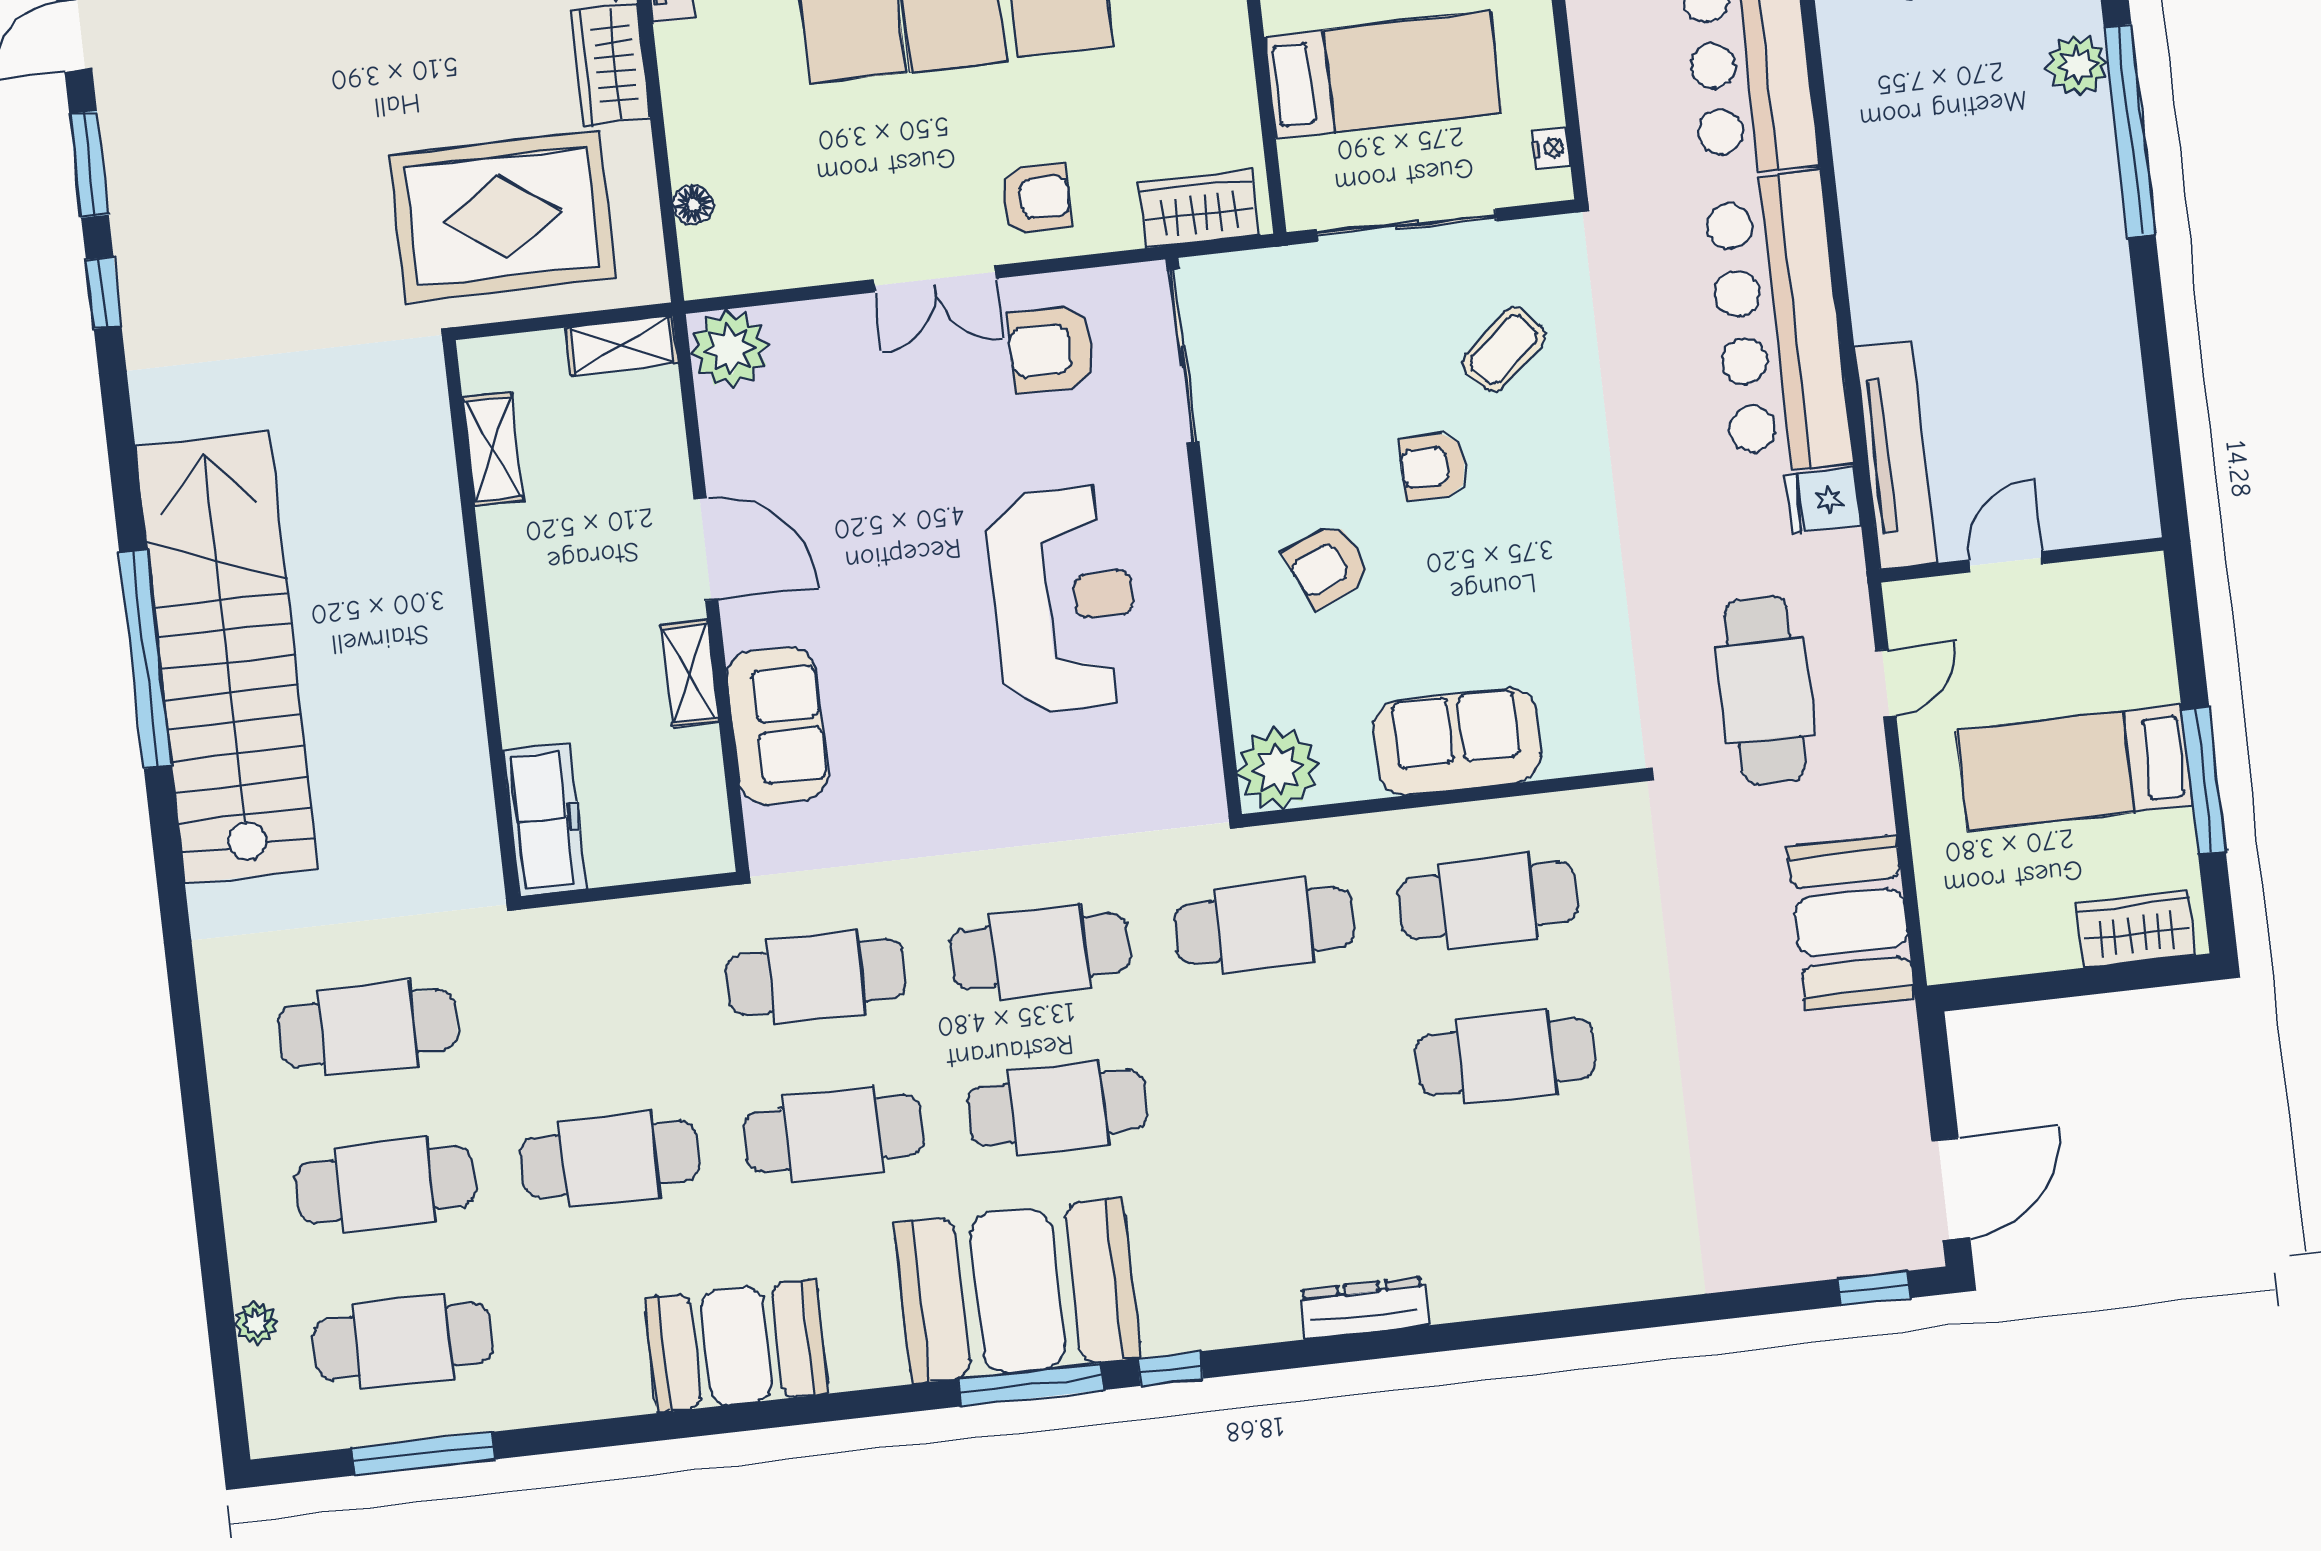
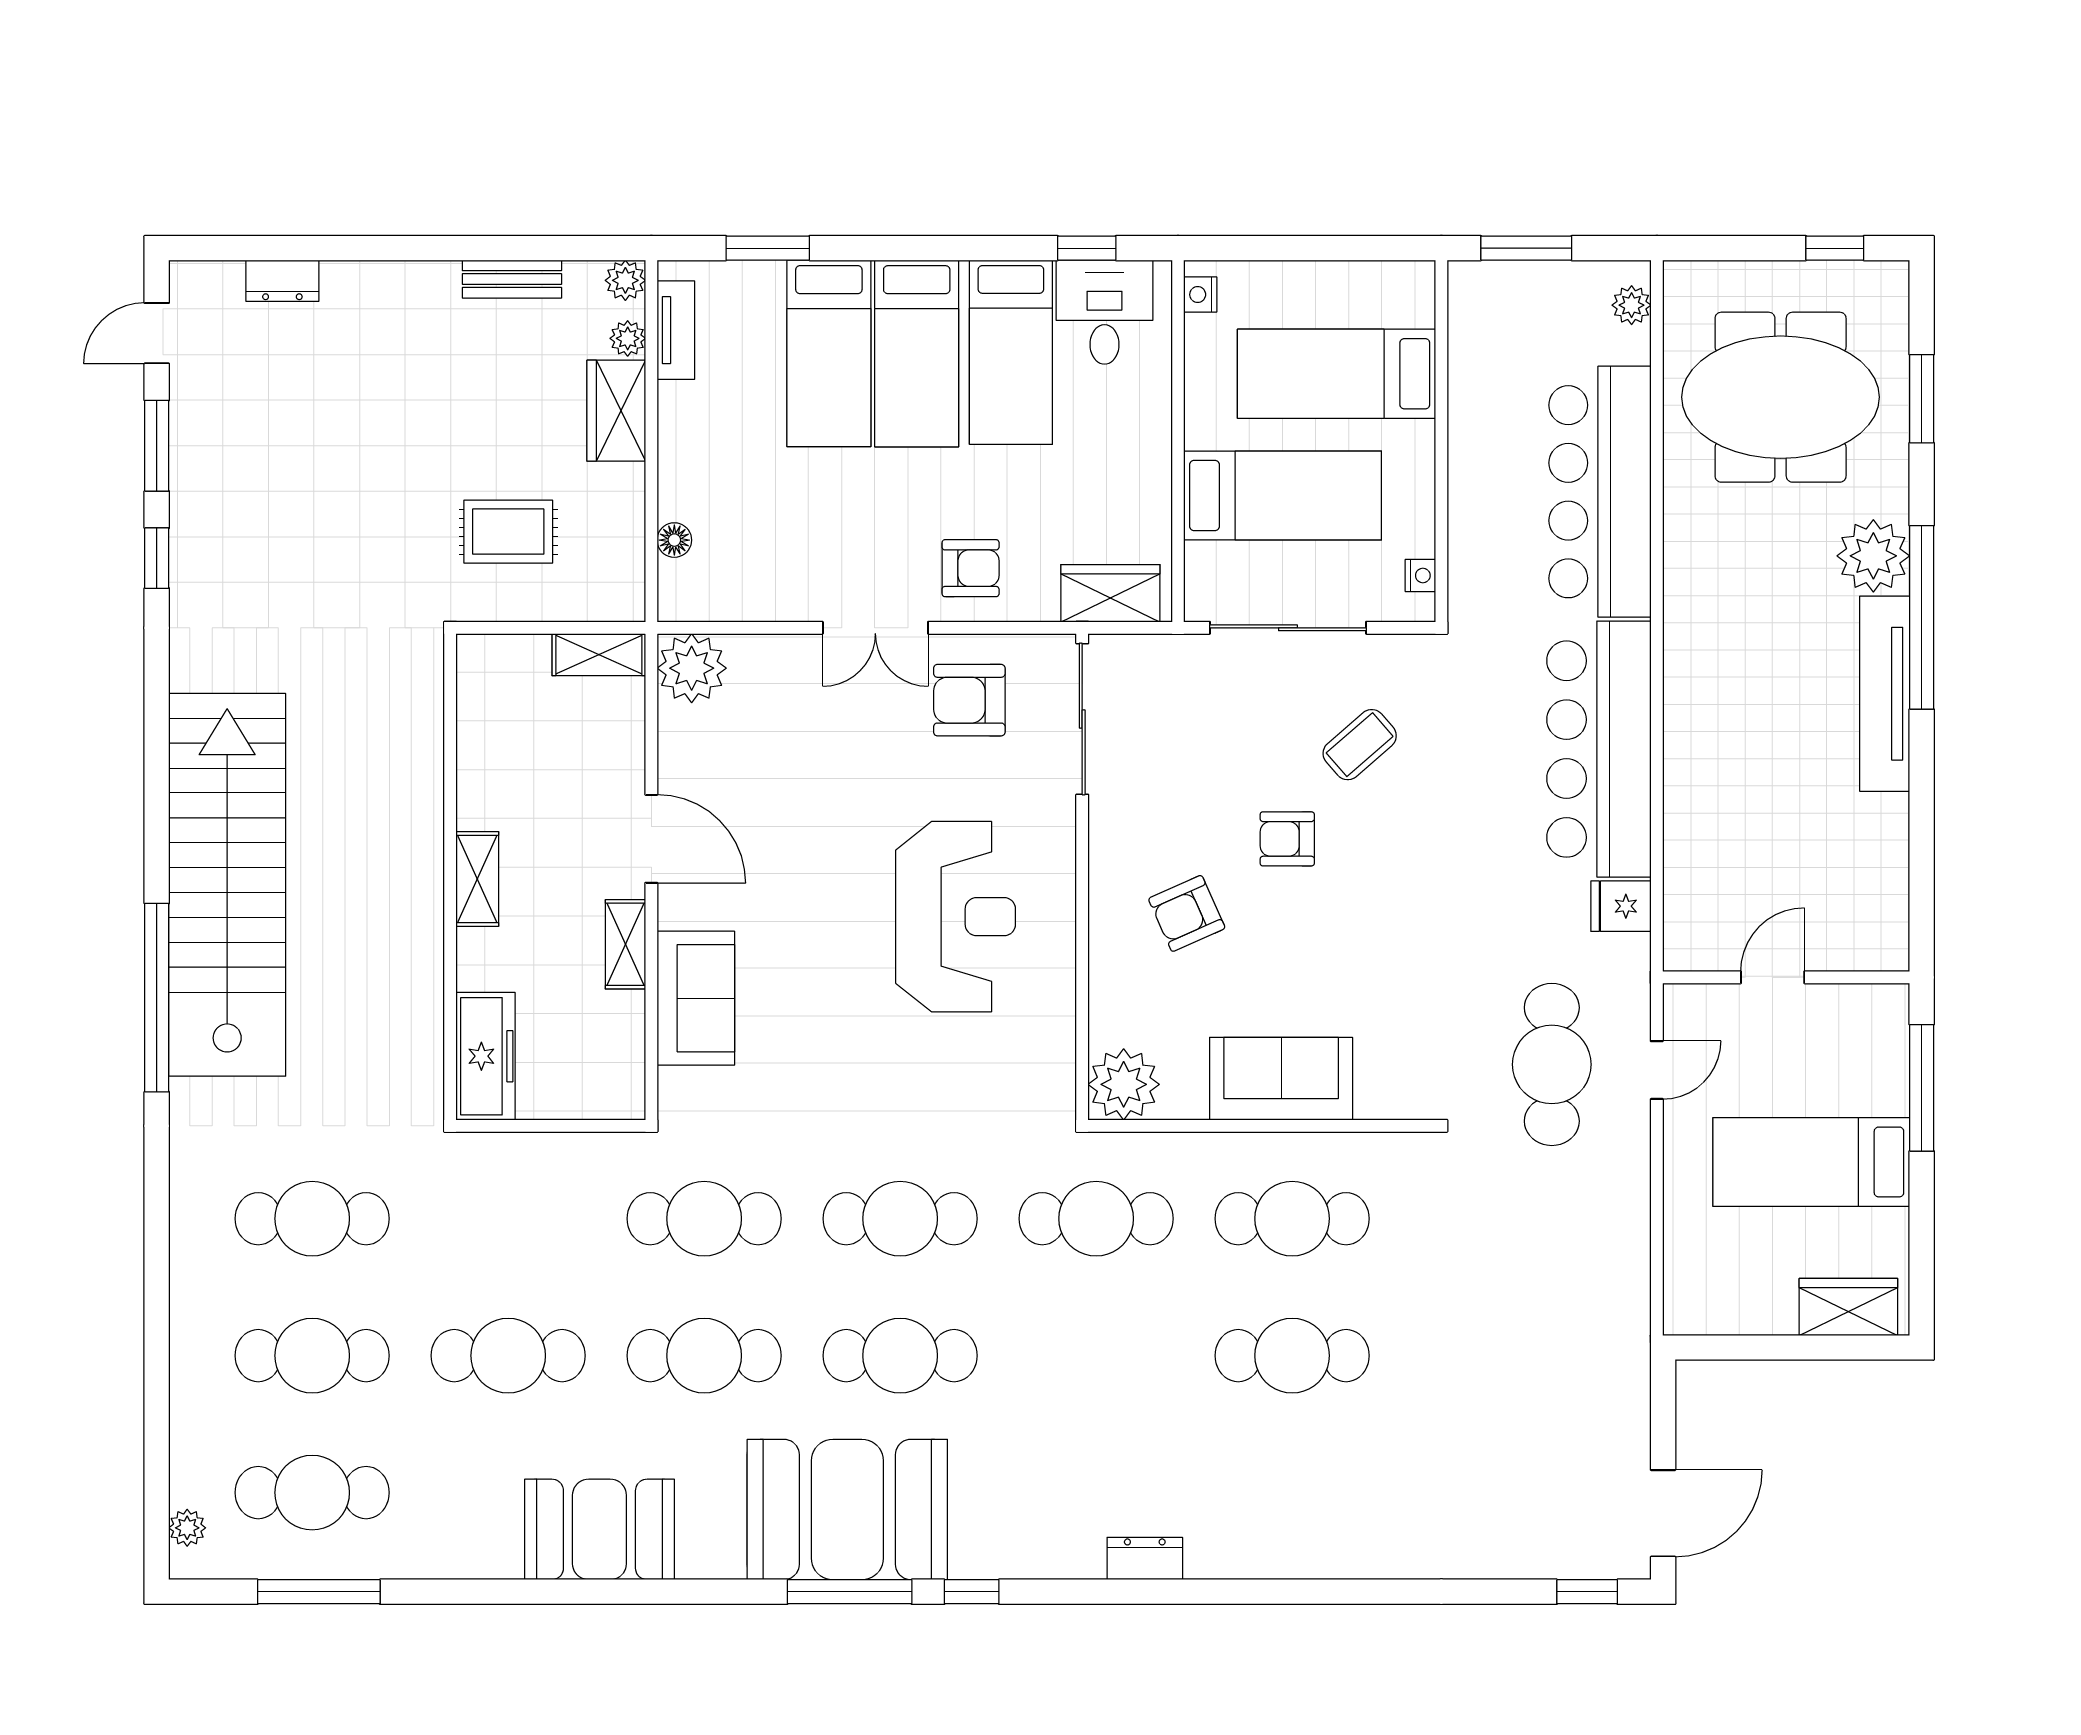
plant: (2077, 65) -> (1873, 556), width x1.36, depth x1.36
rug: (502, 217) -> (508, 532), width x0.54, depth x0.49
shelving: (493, 449) -> (477, 879), moved
tv unit: (1895, 455) -> (1885, 694), moved, turned 180
window: (145, 659) -> (157, 998), moved
window: (2204, 780) -> (1922, 1088), moved
booth: (1851, 922) -> (1603, 1273), removed
dresser: (1364, 1308) -> (1145, 1558), width x0.70
plant: (256, 1323) -> (187, 1528), moved

